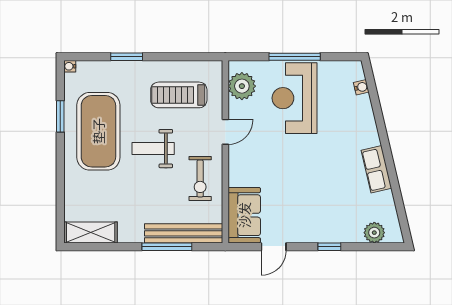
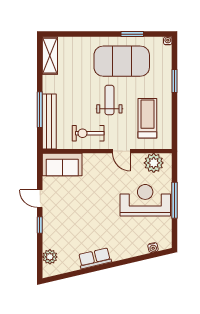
door: (274, 247) -> (40, 199), moved

